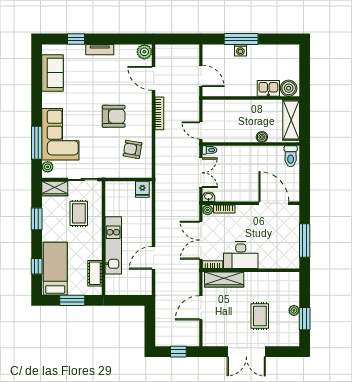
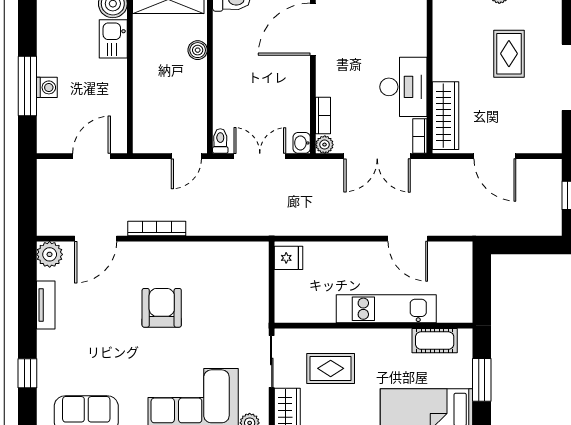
tv unit: (100, 50) -> (46, 305), moved
armchair: (132, 149) -> (219, 275), removed
rug: (260, 316) -> (509, 54), turned 90

